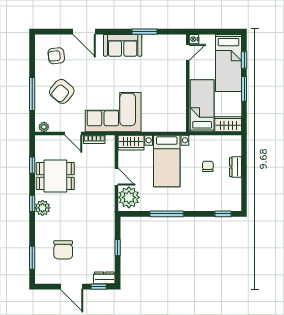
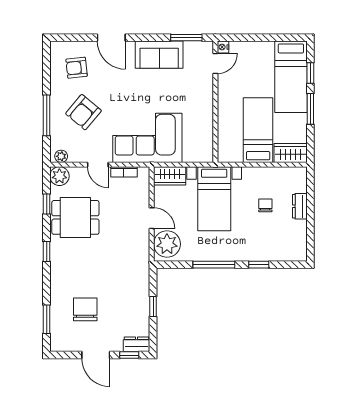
nightstand: (194, 39) -> (223, 47), moved
door: (188, 52) -> (215, 64), moved
wall: (188, 83) -> (215, 102), moved
plant: (42, 208) -> (59, 176), moved
window: (223, 214) -> (259, 265), moved
chair: (63, 250) -> (85, 309), turned 180

